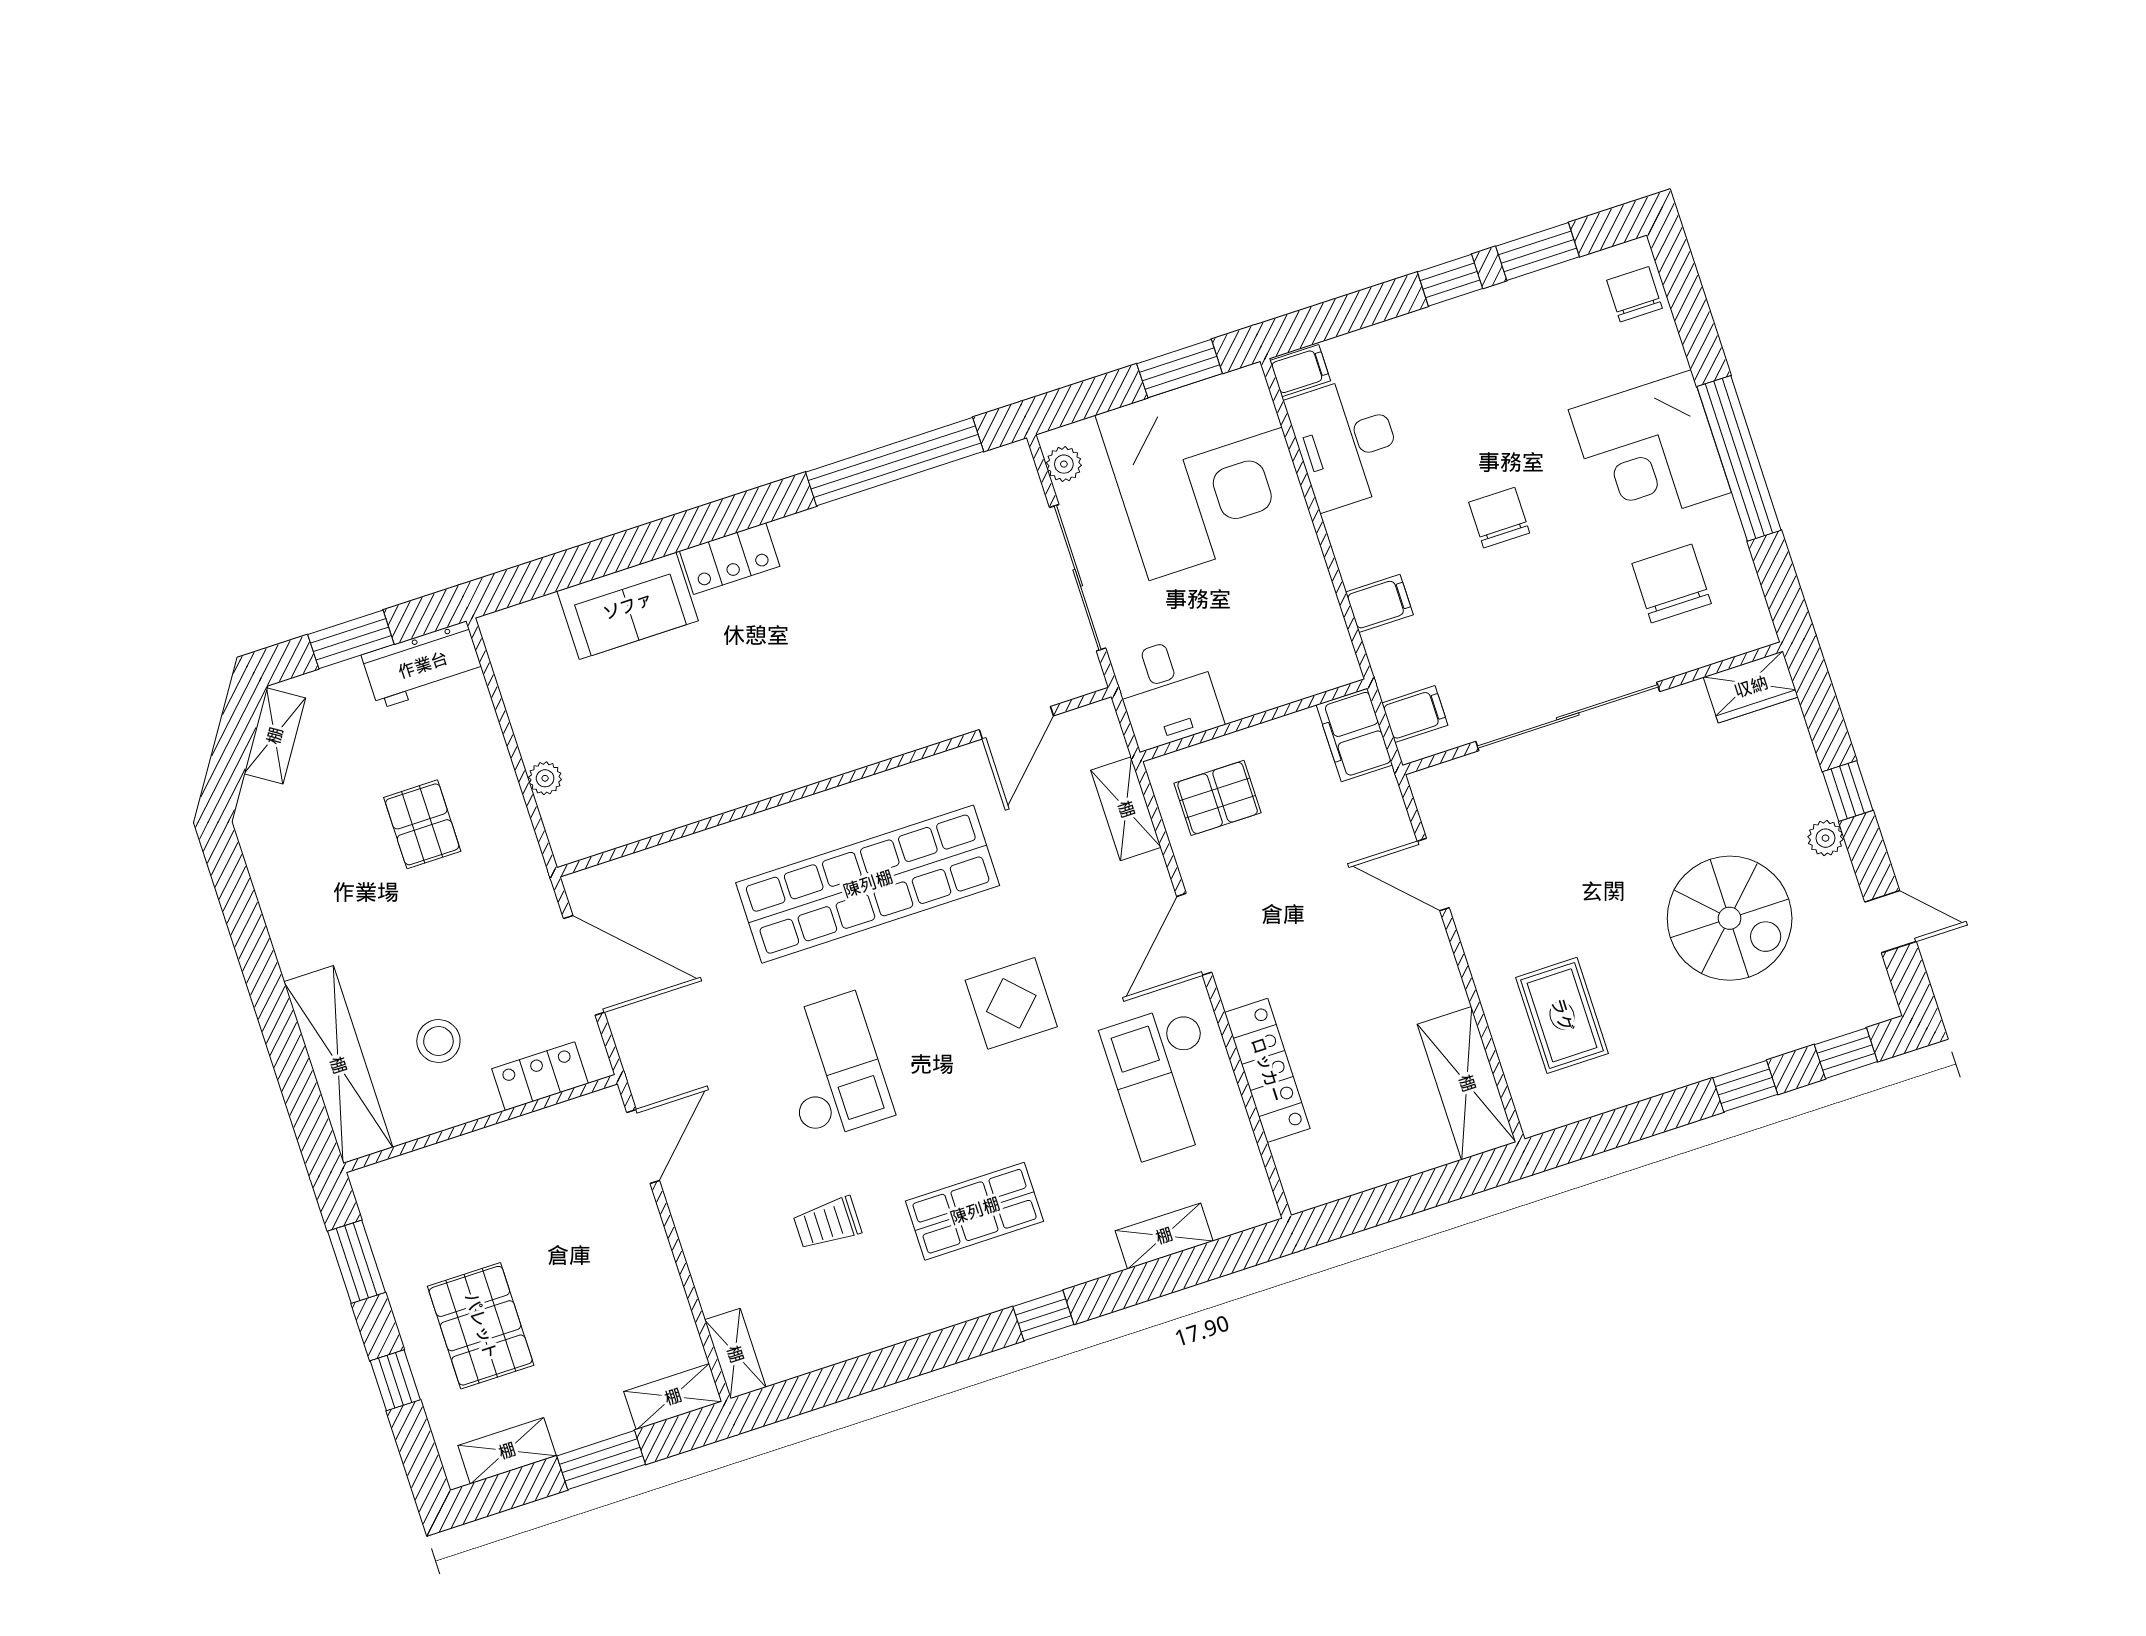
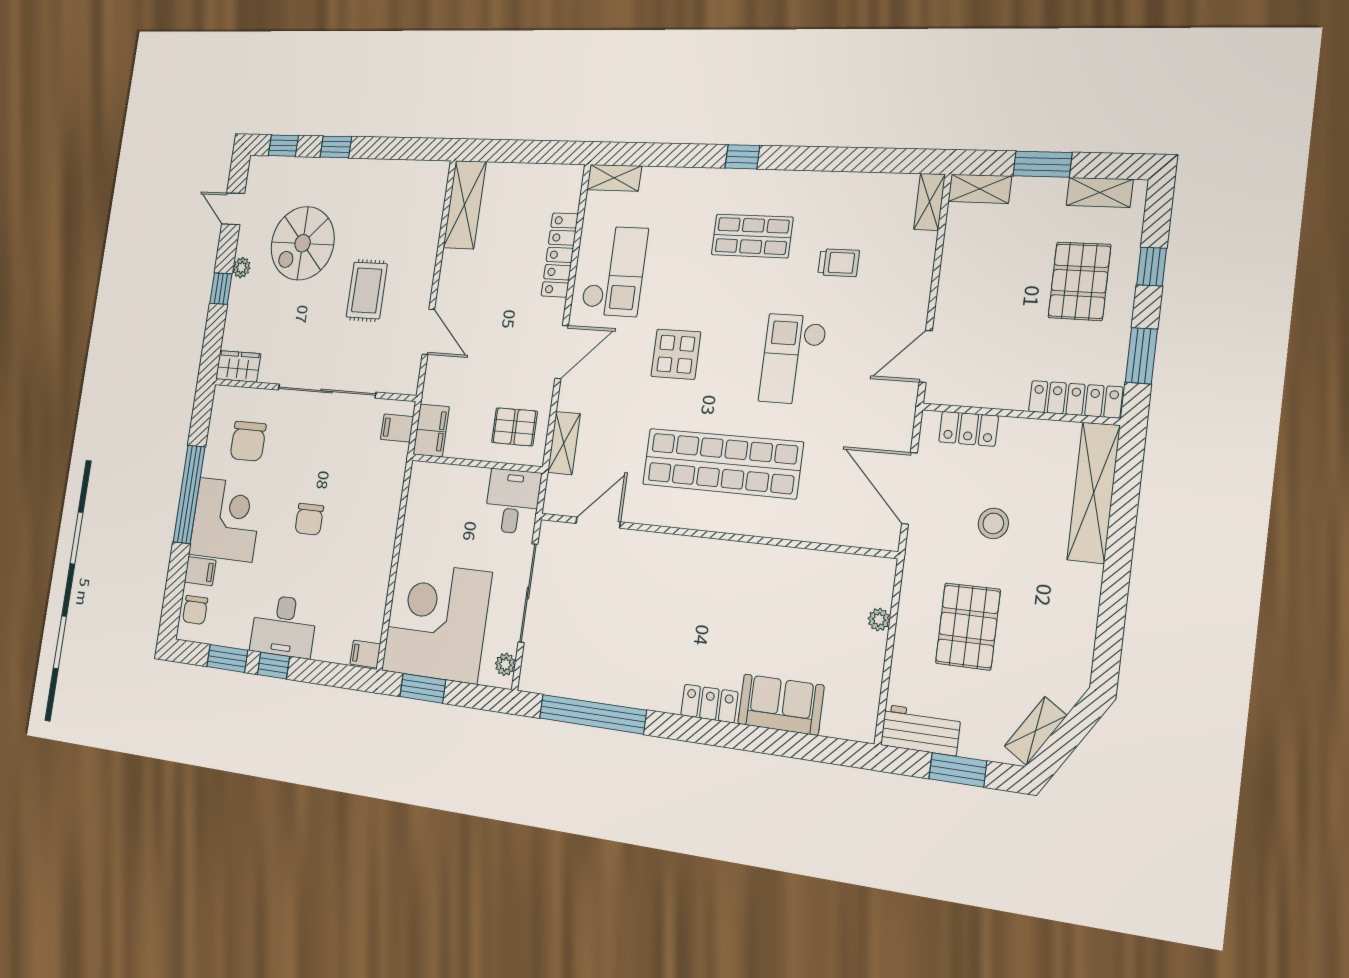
desk: (1346, 443) -> (284, 626), moved, turned 90
filing cabinet: (1379, 603) -> (200, 571), moved, turned 180
pallet: (422, 824) -> (968, 626), width x1.50, depth x1.42
spiral stairs: (1730, 918) -> (303, 243), turned -90
rug: (1562, 1015) -> (367, 290), moved
stool: (438, 1041) -> (993, 523), moved
locker: (416, 1172) -> (1075, 399), added
shelving: (1164, 1236) -> (614, 178), moved

